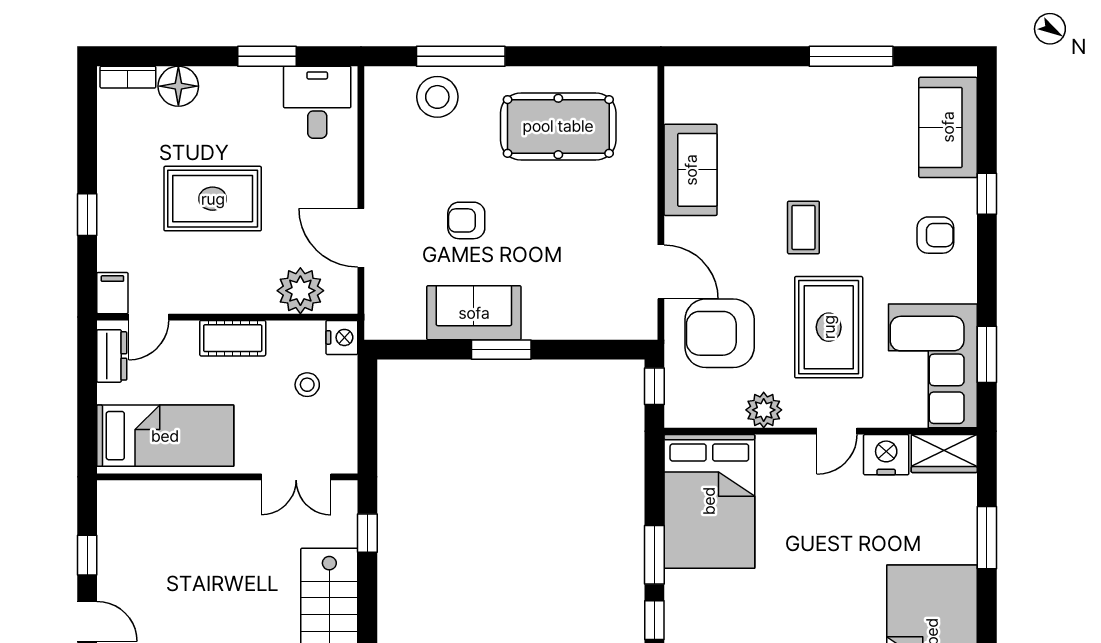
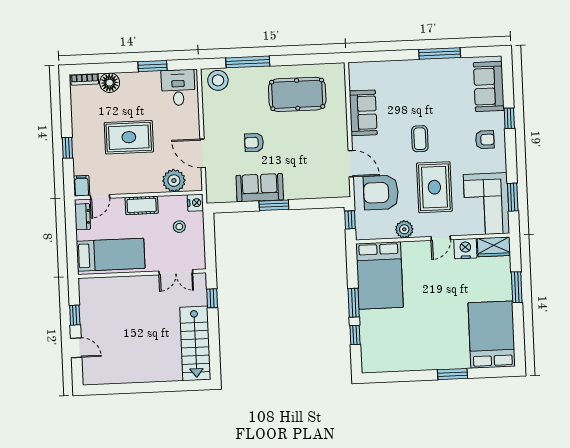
stool: (437, 97) -> (218, 80), moved

